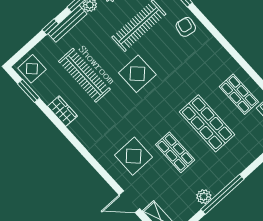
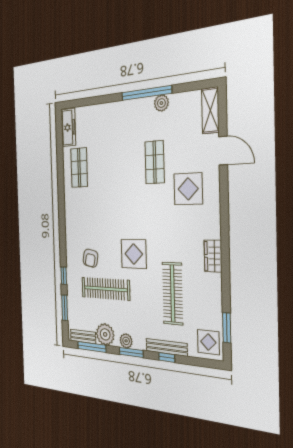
bench: (67, 24) -> (167, 347), moved
armchair: (186, 27) -> (90, 258), moved
wardrobe: (62, 111) -> (213, 256), moved
shop shelf: (207, 123) -> (115, 165), removed

